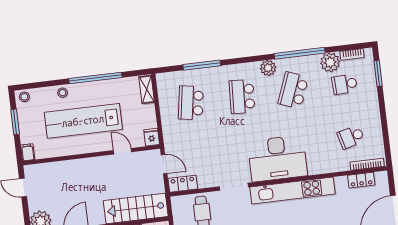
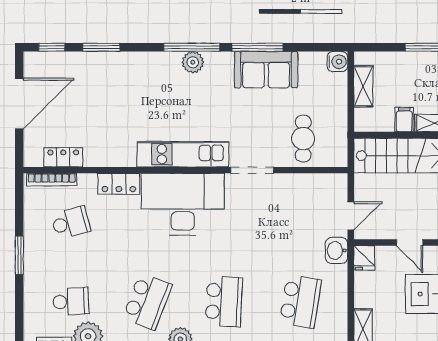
window: (378, 73) -> (19, 255), moved
washbasin: (171, 140) -> (336, 250), added
door: (164, 164) -> (351, 216), swing flipped
locker: (183, 184) -> (119, 184), moved
kitchen unit: (292, 191) -> (183, 154), width x0.73

